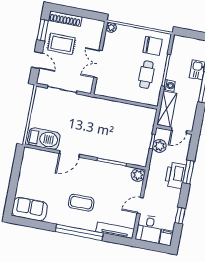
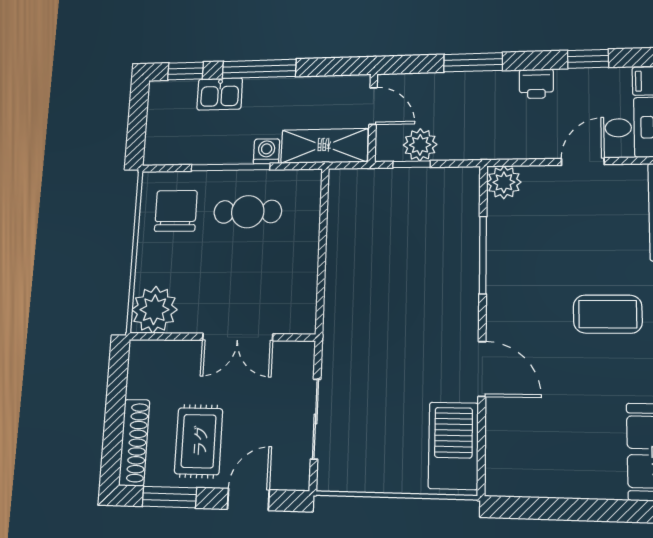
plant: (111, 27) -> (154, 310), width x1.88, depth x1.88
printer: (175, 175) -> (536, 84), moved, width x0.53, depth x0.68
coffee table: (81, 203) -> (608, 314), turned 90
door: (140, 205) -> (583, 161), swing flipped

